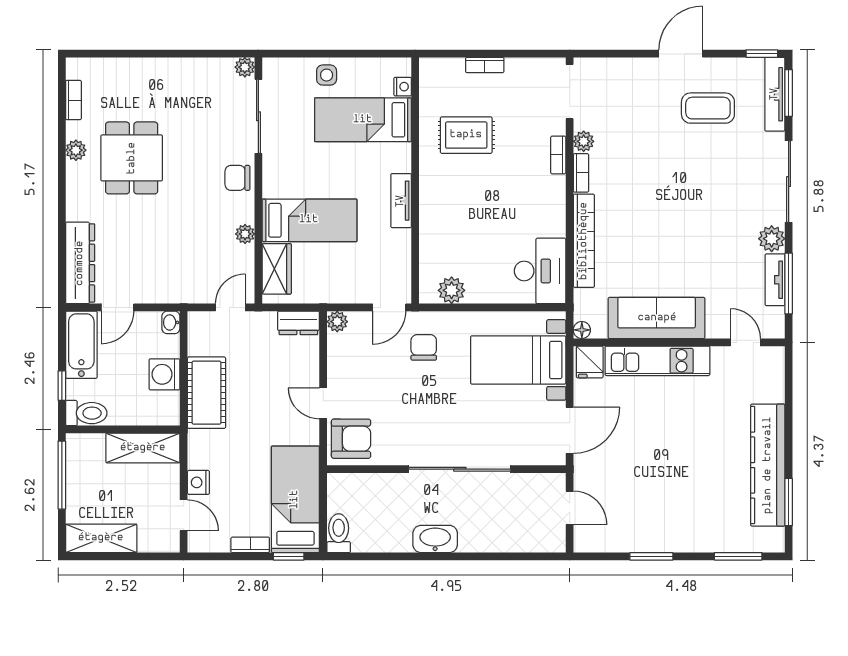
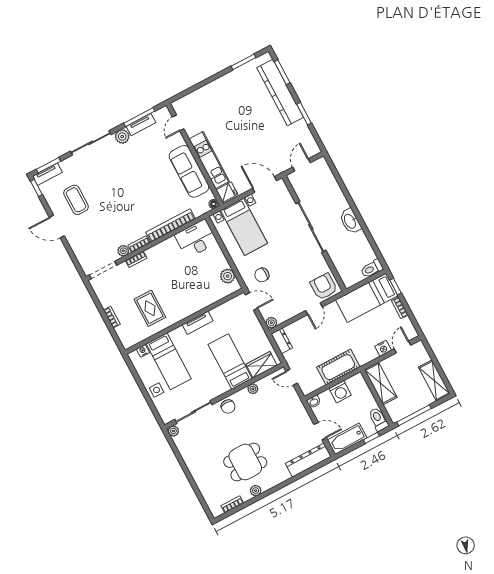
tv unit: (775, 94) -> (47, 174), width x0.71
kitchen counter: (768, 465) -> (280, 92), moved, turned 90

